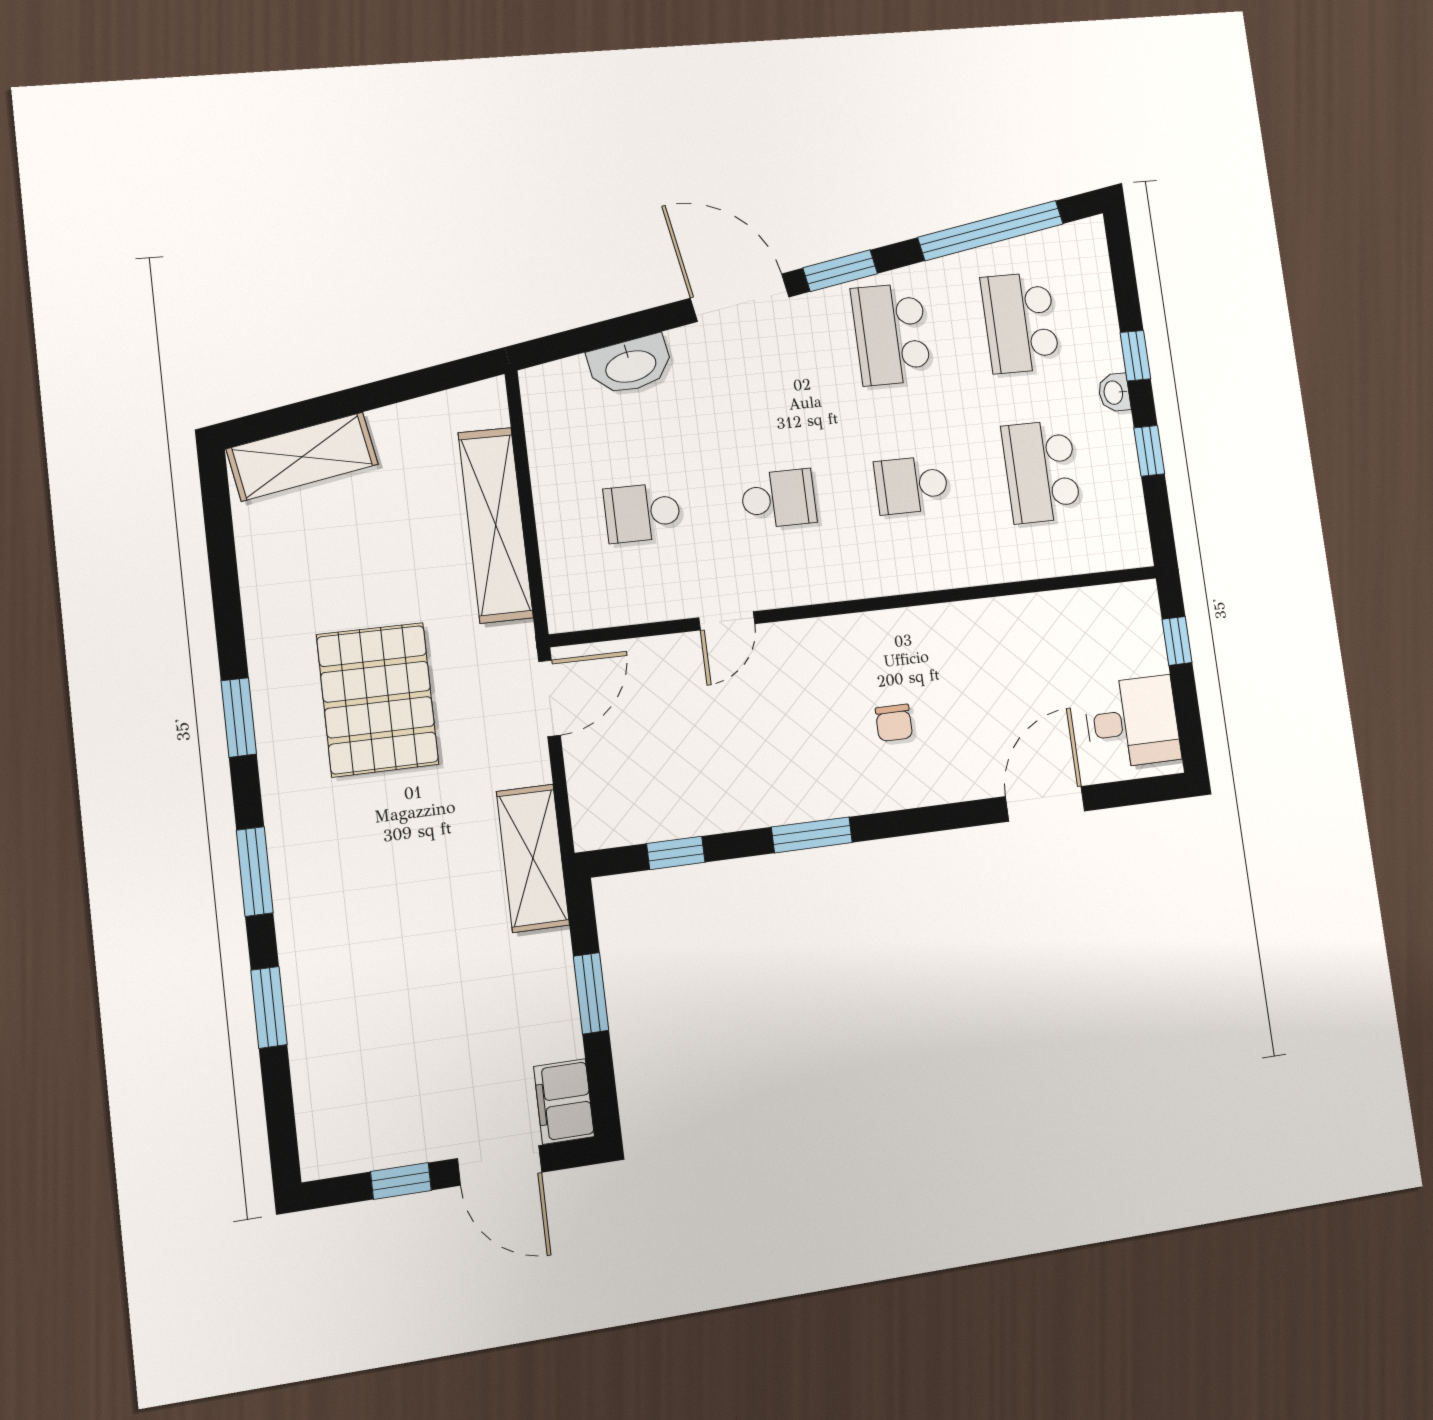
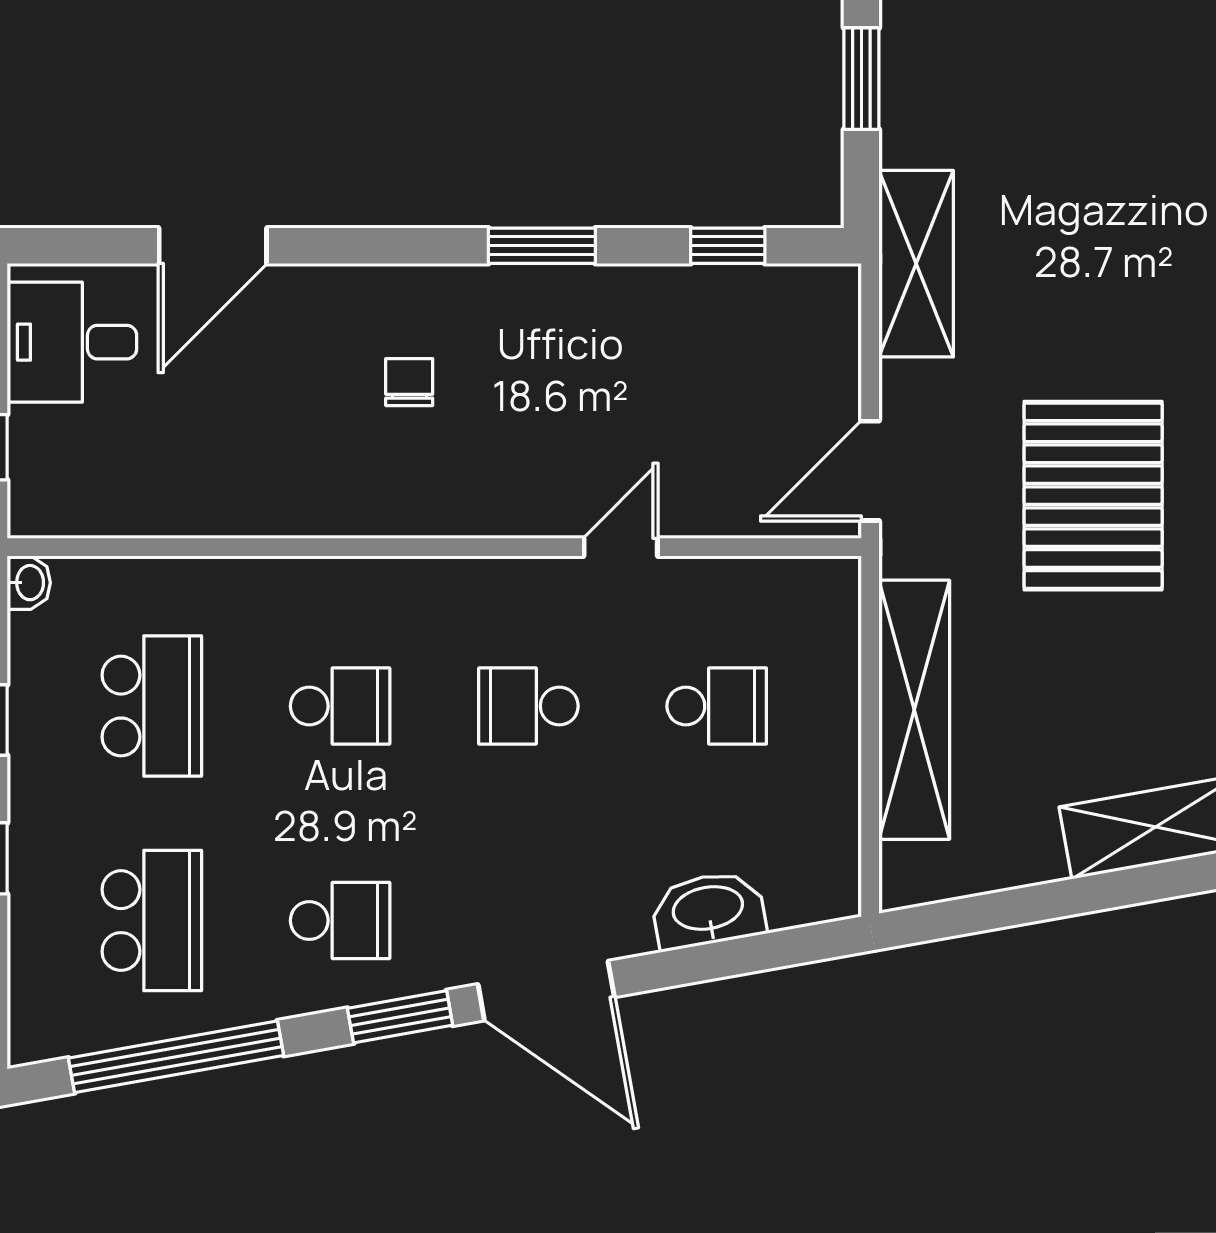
school desk: (891, 334) -> (340, 921), width x0.54
washbasin: (1114, 393) -> (29, 583), moved

